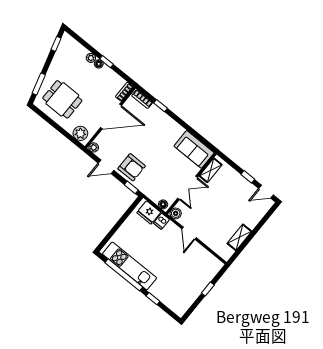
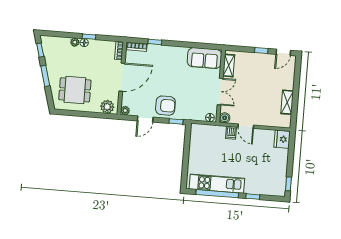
window: (39, 84) -> (45, 76), moved
fridge: (149, 212) -> (282, 139), moved, turned 90
dishwasher: (161, 221) -> (231, 133), moved
window: (208, 289) -> (288, 184), moved

